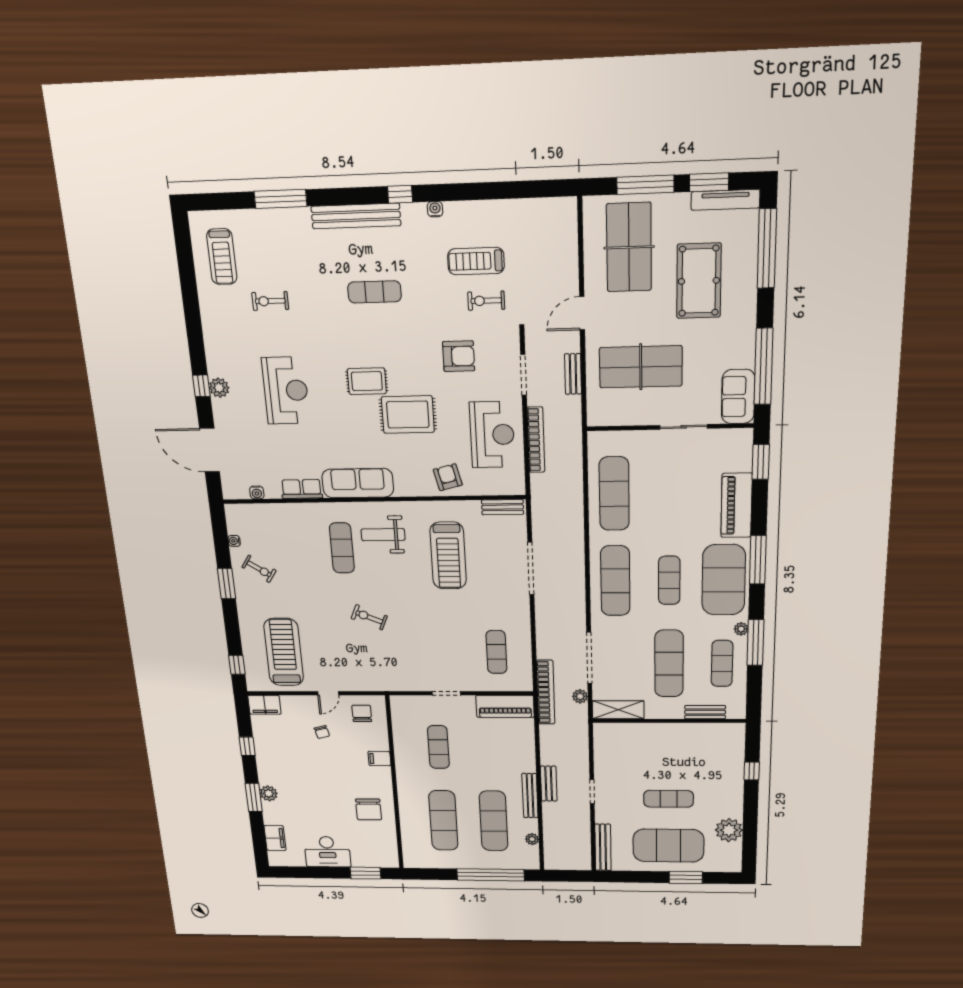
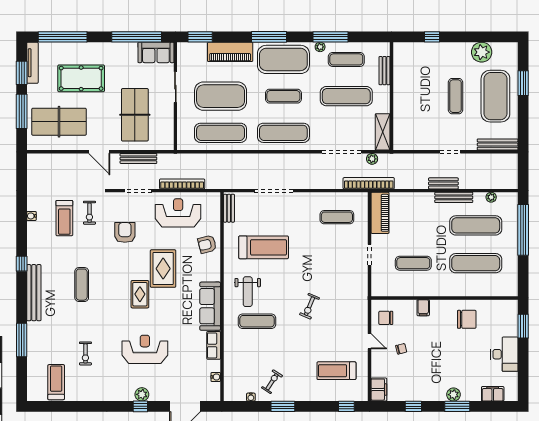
water cooler: (435, 209) -> (32, 216), moved
treadmill: (222, 257) -> (56, 382), turned -90
bench: (573, 374) -> (138, 158), width x1.36
exercise mat: (670, 493) -> (221, 96), added
treadmill: (284, 652) -> (336, 371), width x0.73, depth x0.73

